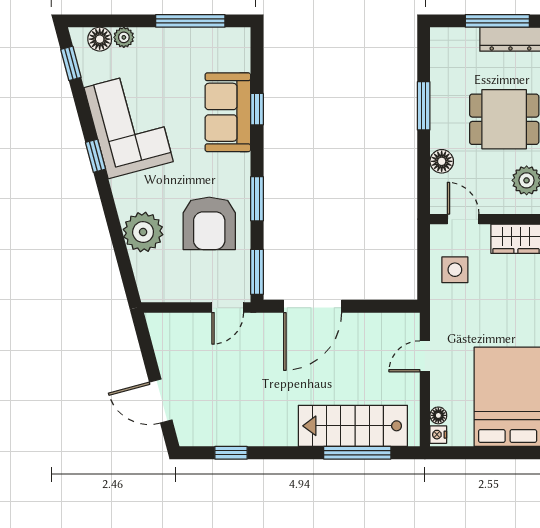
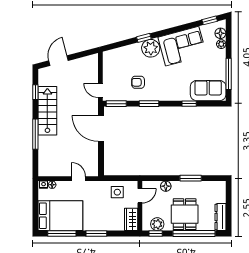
window: (497, 21) -> (229, 211), removed
sofa: (228, 112) -> (208, 91), moved
window: (95, 156) -> (144, 38), moved
armchair: (209, 223) -> (138, 82), width x0.53, depth x0.53
plant: (143, 232) -> (151, 48), moved
stairs: (353, 426) -> (47, 111), moved
window: (357, 453) -> (35, 134), moved

